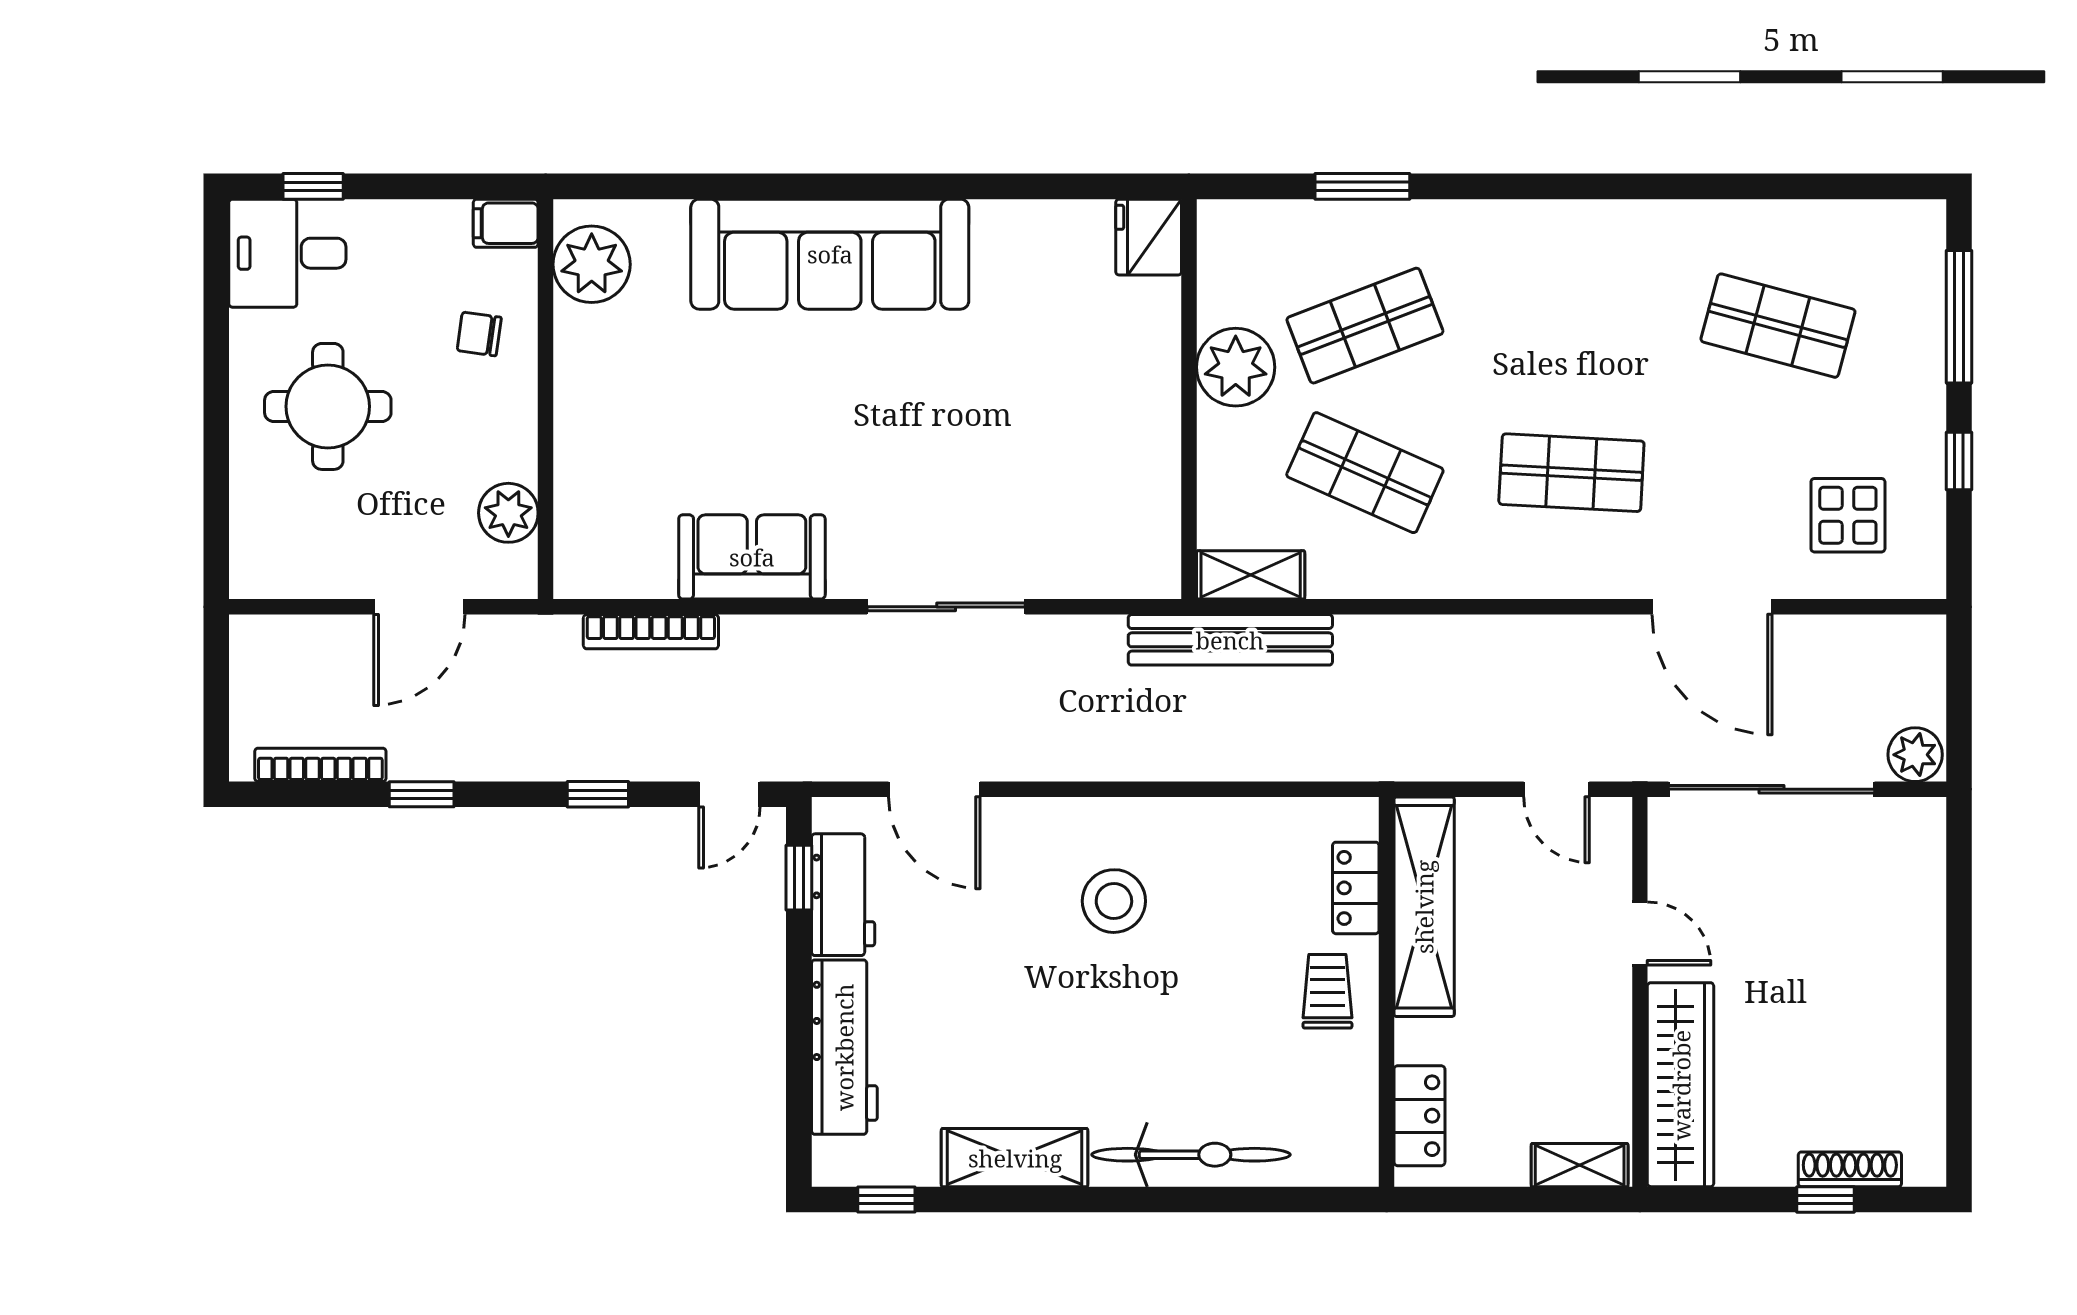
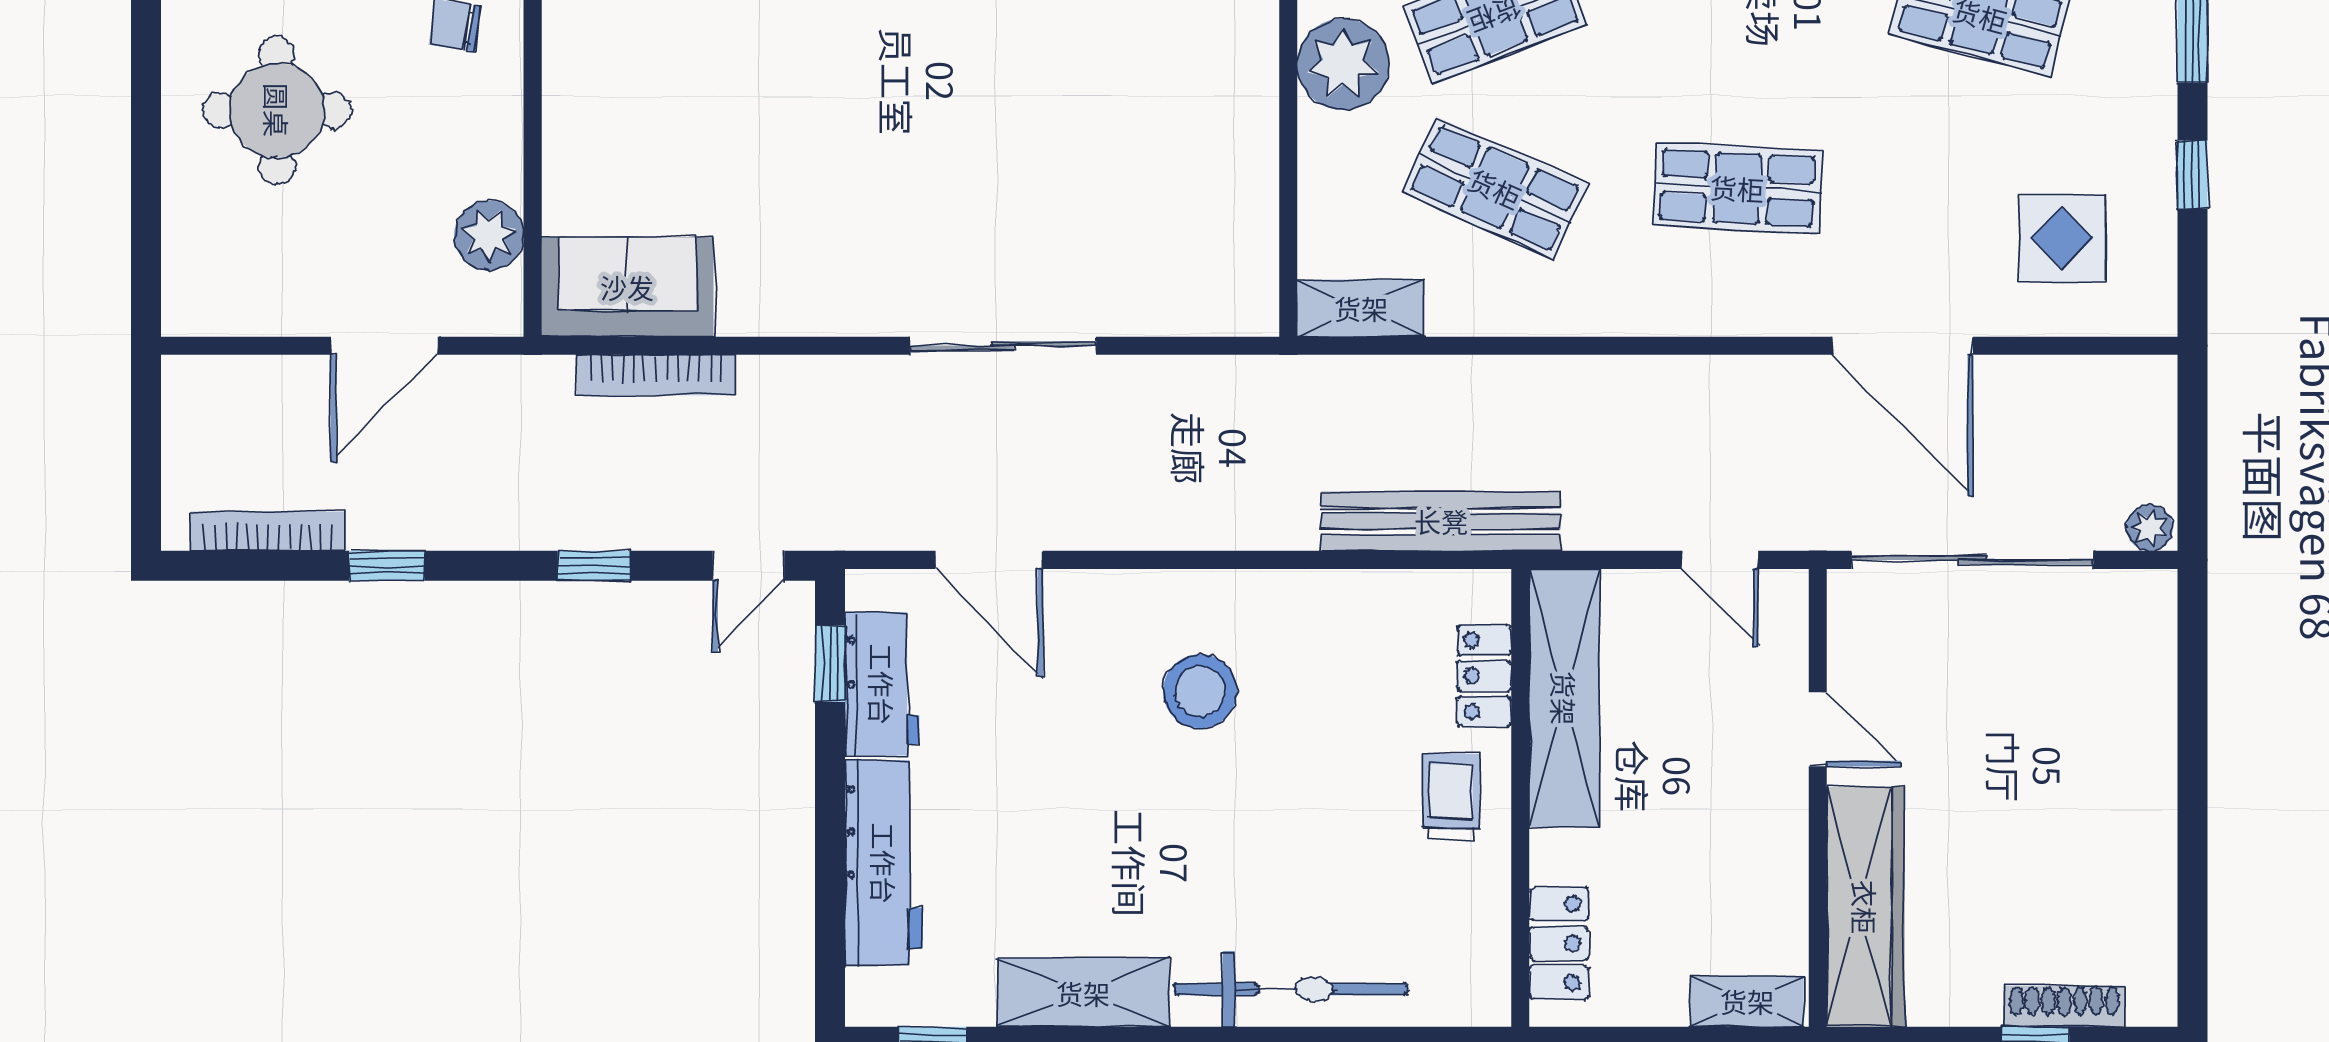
sofa: (752, 557) -> (627, 287), moved
bench: (1230, 640) -> (1441, 521), moved
plant: (1915, 755) -> (2150, 528), width x0.73, depth x0.73

